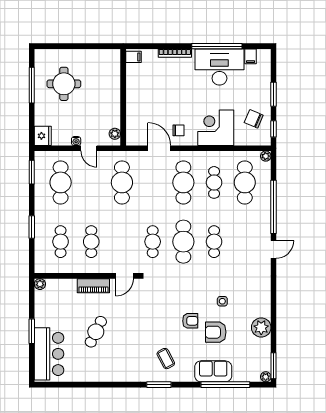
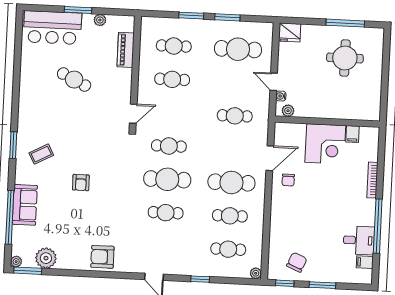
filing cabinet: (133, 57) -> (353, 134), moved
desk: (219, 67) -> (359, 240), width x0.53, depth x0.77
corner desk: (216, 128) -> (325, 144), moved, turned 90
water cooler: (76, 141) -> (281, 96), moved
door: (89, 148) -> (274, 82), hinge flipped
window: (32, 172) -> (227, 17), moved
cafe table: (122, 182) -> (235, 116), width x0.73, depth x0.74
cafe table: (245, 182) -> (228, 249), width x0.73, depth x0.74
window: (274, 207) -> (200, 279), width x0.32
door: (125, 276) -> (133, 114), swing flipped
plant: (40, 284) -> (100, 20), moved
piano: (93, 286) -> (126, 50), moved
side table: (222, 301) -> (100, 219), removed
plant: (261, 327) -> (46, 258), moved
armchair: (216, 332) -> (102, 257), moved, turned -90

